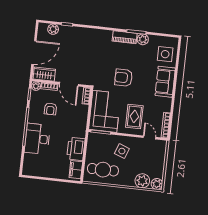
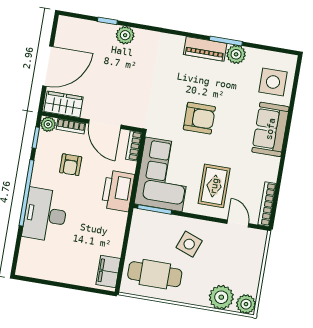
plant: (53, 29) -> (125, 35), moved
armchair: (124, 78) -> (199, 118), turned 180
printer: (76, 149) -> (118, 191), moved

